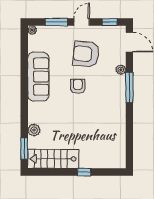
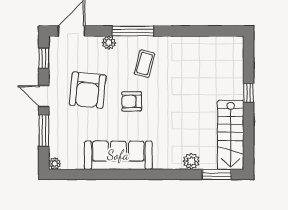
coffee table: (105, 96) -> (144, 64), added

